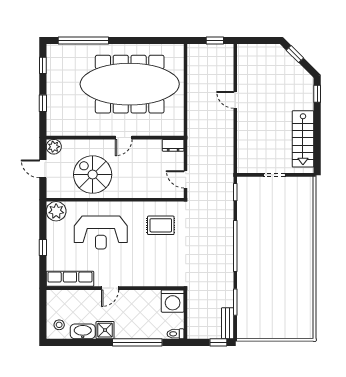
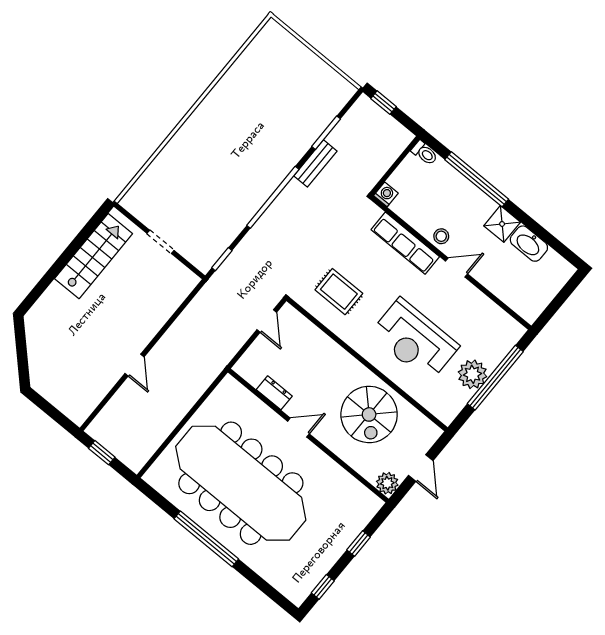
window: (83, 41) -> (206, 539), moved
window: (295, 54) -> (23, 361), removed
window: (317, 94) -> (35, 295), removed
dresser: (173, 145) -> (274, 393), moved
plant: (56, 211) -> (472, 374), moved
reception desk: (101, 233) -> (415, 340), turned 180
window: (43, 248) -> (495, 378), width x3.17
row of seats: (70, 279) -> (405, 243), moved
washing machine: (173, 301) -> (386, 194), width x0.53, depth x0.53
bench: (228, 323) -> (315, 163), moved
stool: (59, 325) -> (441, 236), moved

